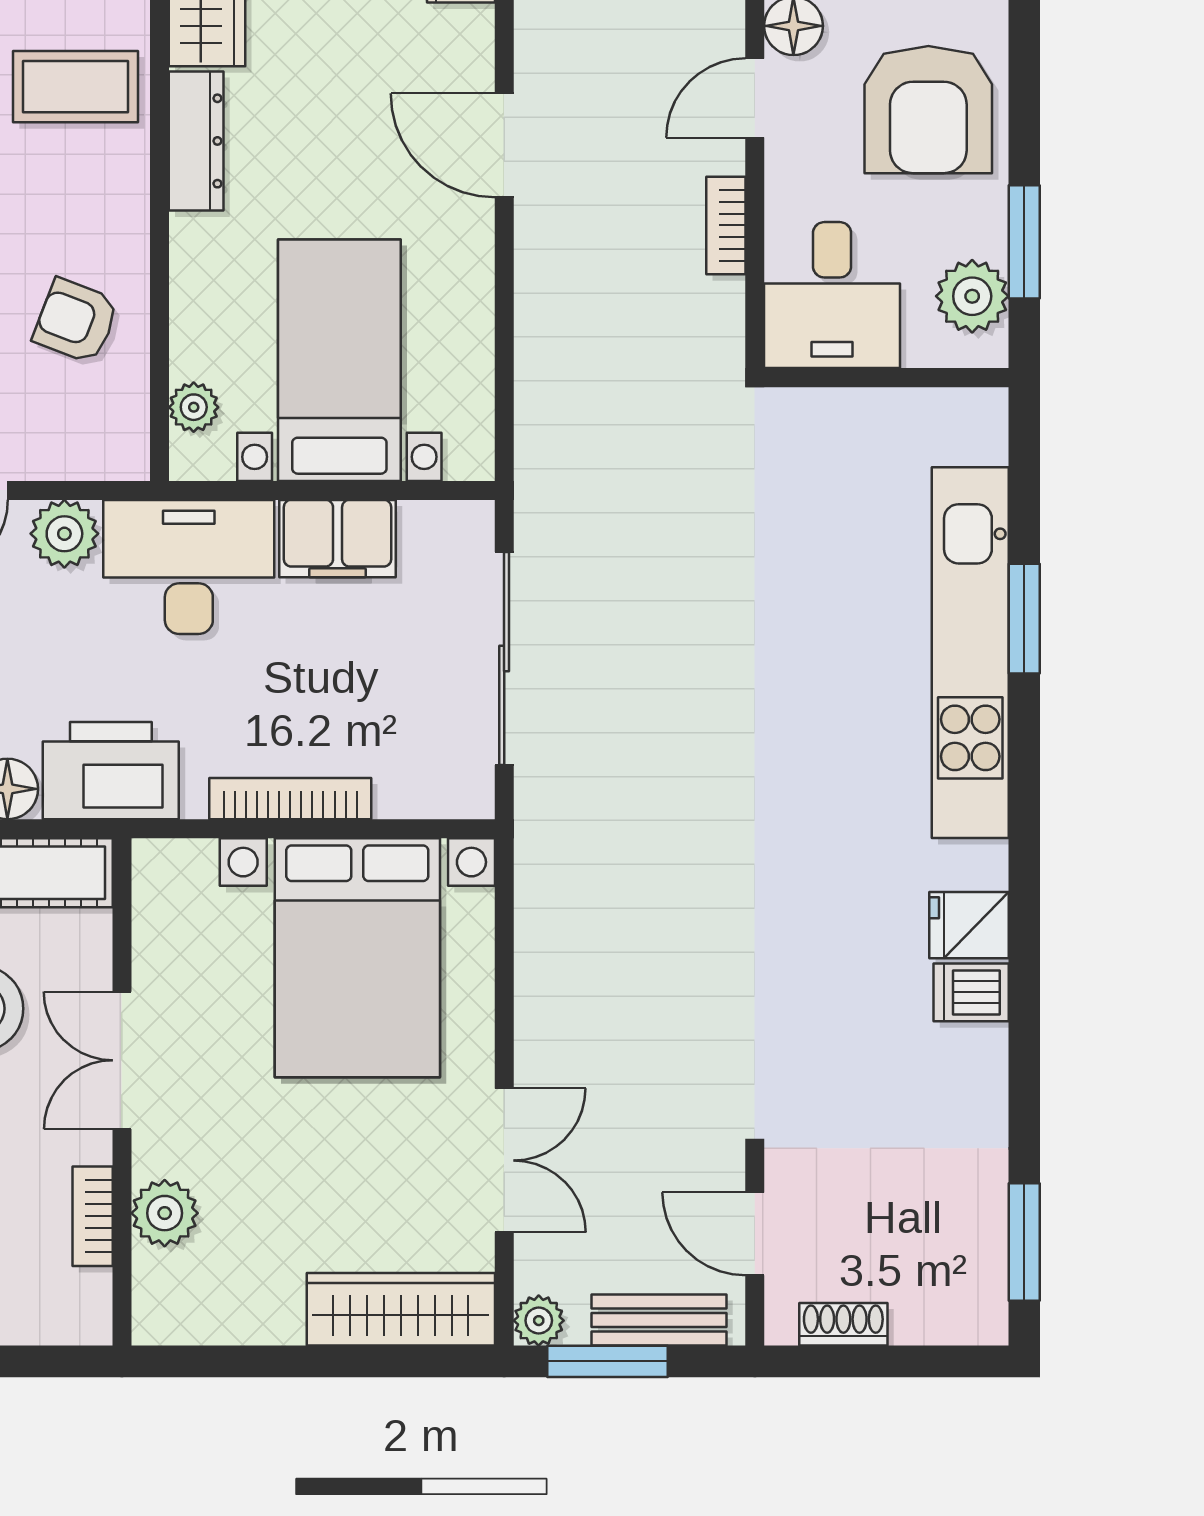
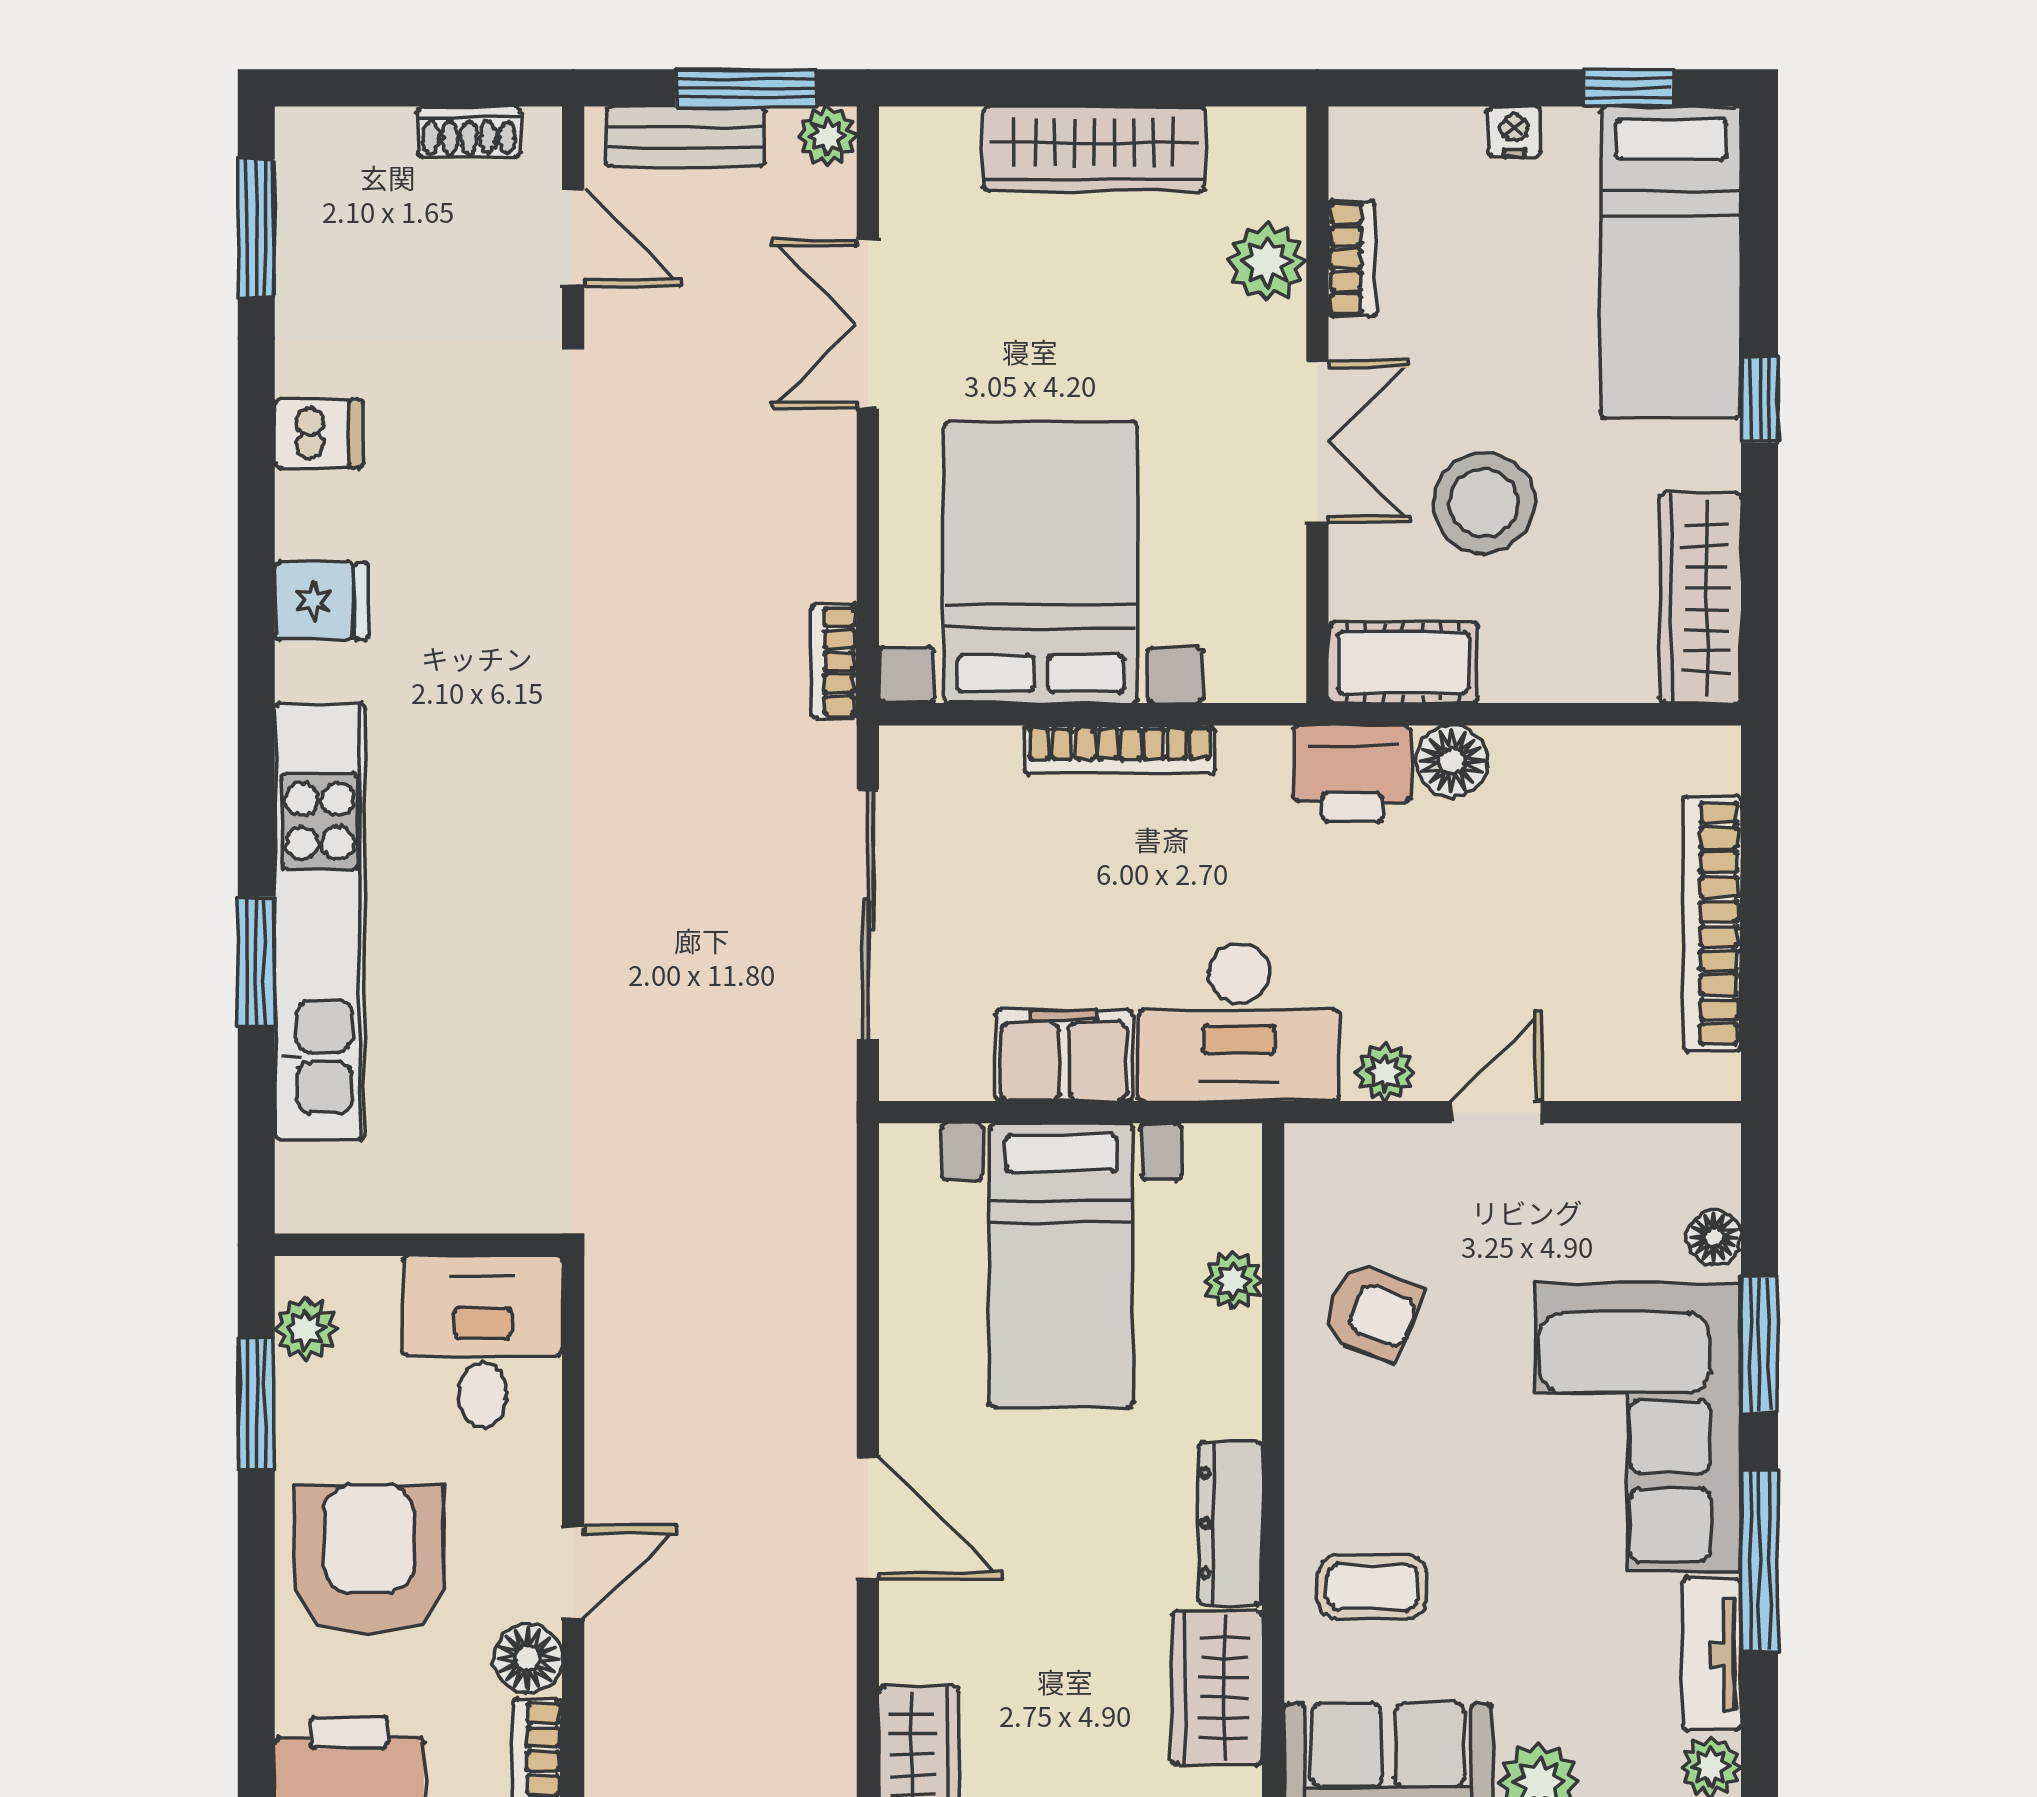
coffee table: (75, 87) -> (1372, 1587), width x0.73, depth x0.77
bookcase: (726, 225) -> (834, 661), moved, turned 180
plant: (972, 296) -> (306, 1329), width x0.73, depth x0.73
plant: (194, 407) -> (1233, 1280), moved
plant: (64, 534) -> (1385, 1072), width x0.73, depth x0.73
printer: (111, 771) -> (1352, 773), width x0.73, depth x0.84
dishwasher: (971, 992) -> (319, 434), moved
wardrobe: (401, 1309) -> (1094, 149), moved

